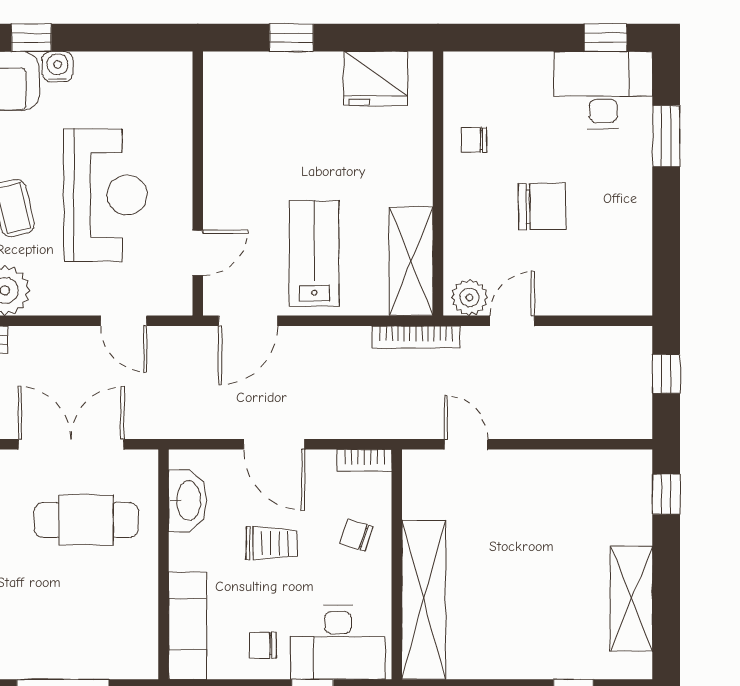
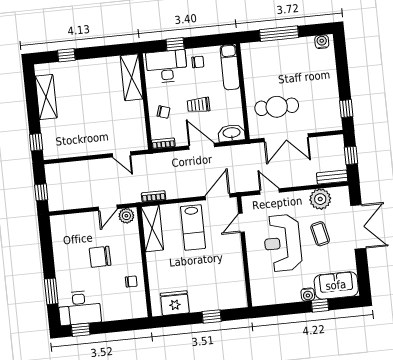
bookcase: (416, 337) -> (154, 196), width x0.64
washbasin: (188, 501) -> (232, 133), moved, turned 90
shelving: (424, 600) -> (132, 77), width x0.68

